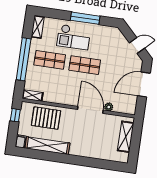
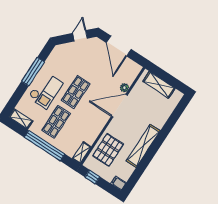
shelving: (47, 146) -> (143, 146), moved

